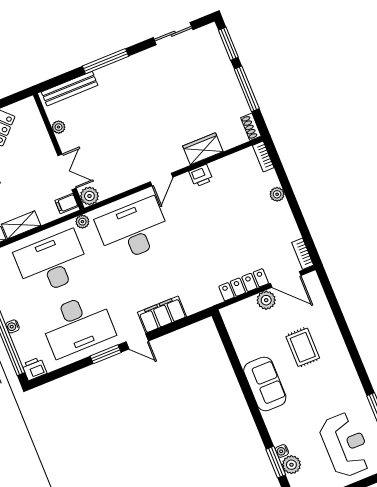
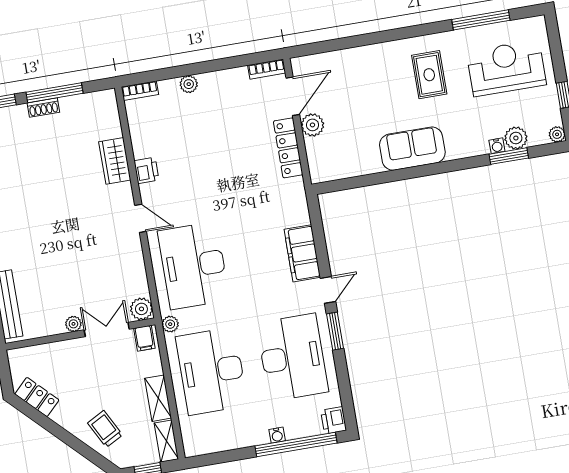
plant: (59, 127) -> (73, 324), moved
shoe rack: (251, 127) -> (43, 108), moved
rug: (303, 347) -> (429, 75), moved, turned 90

